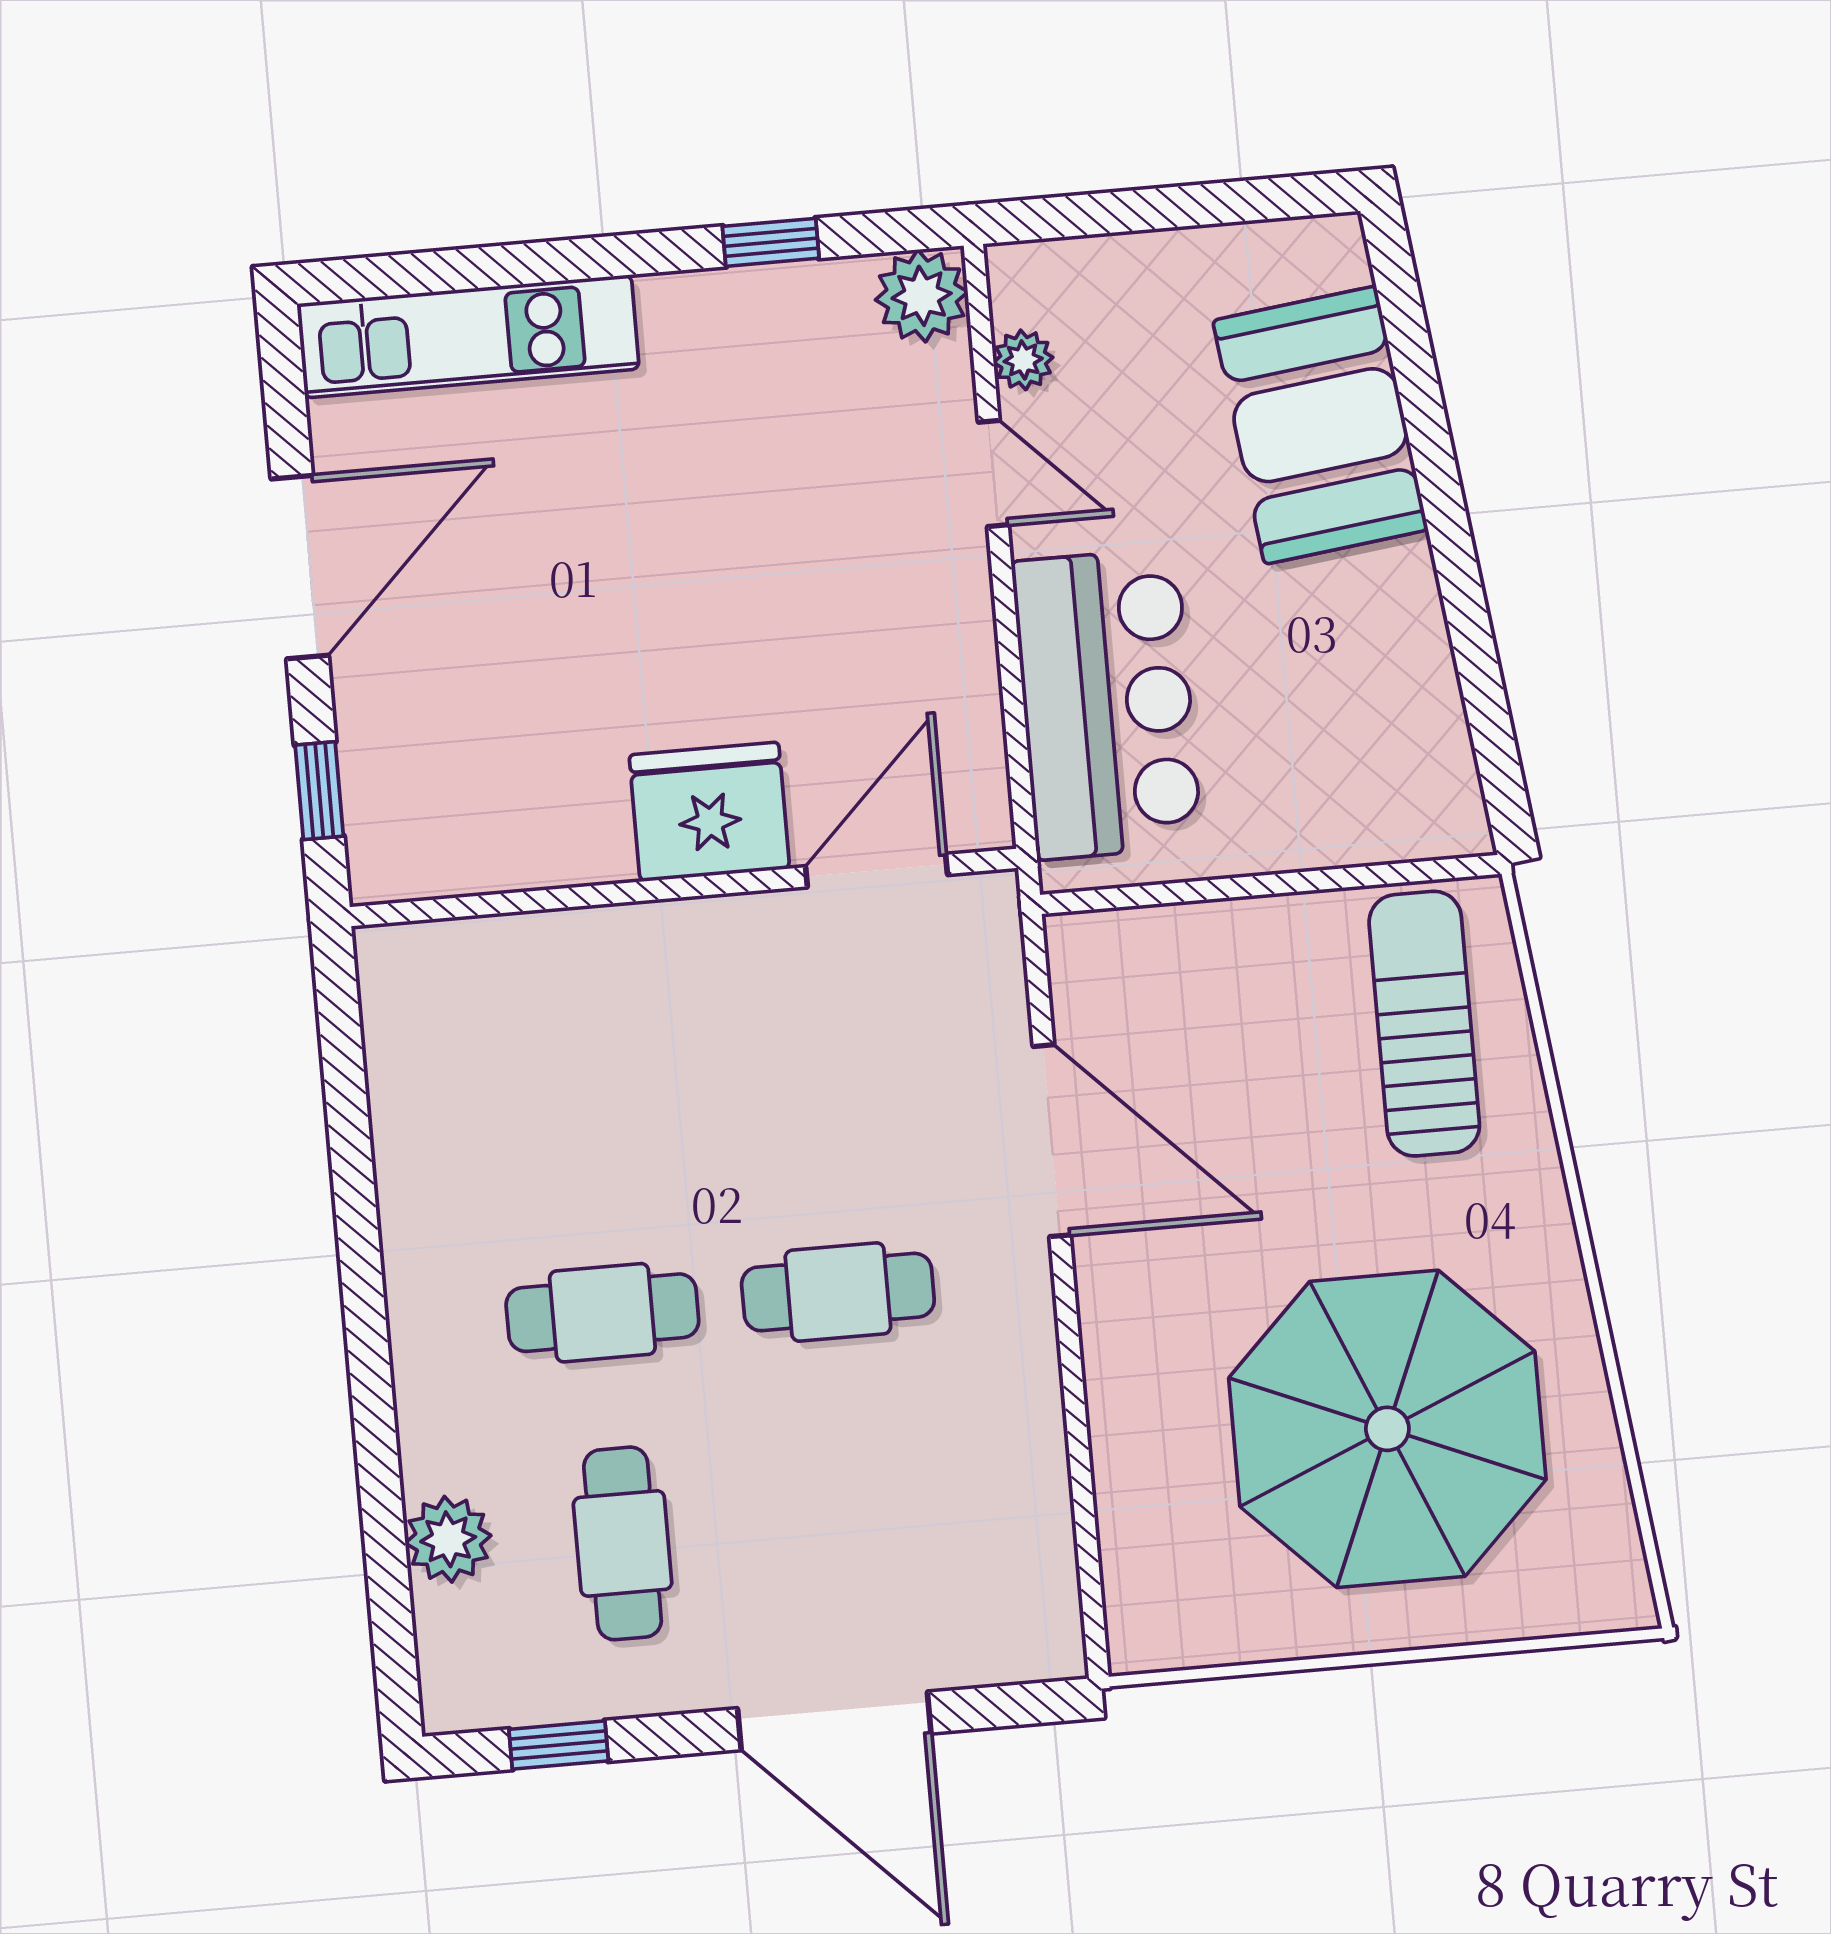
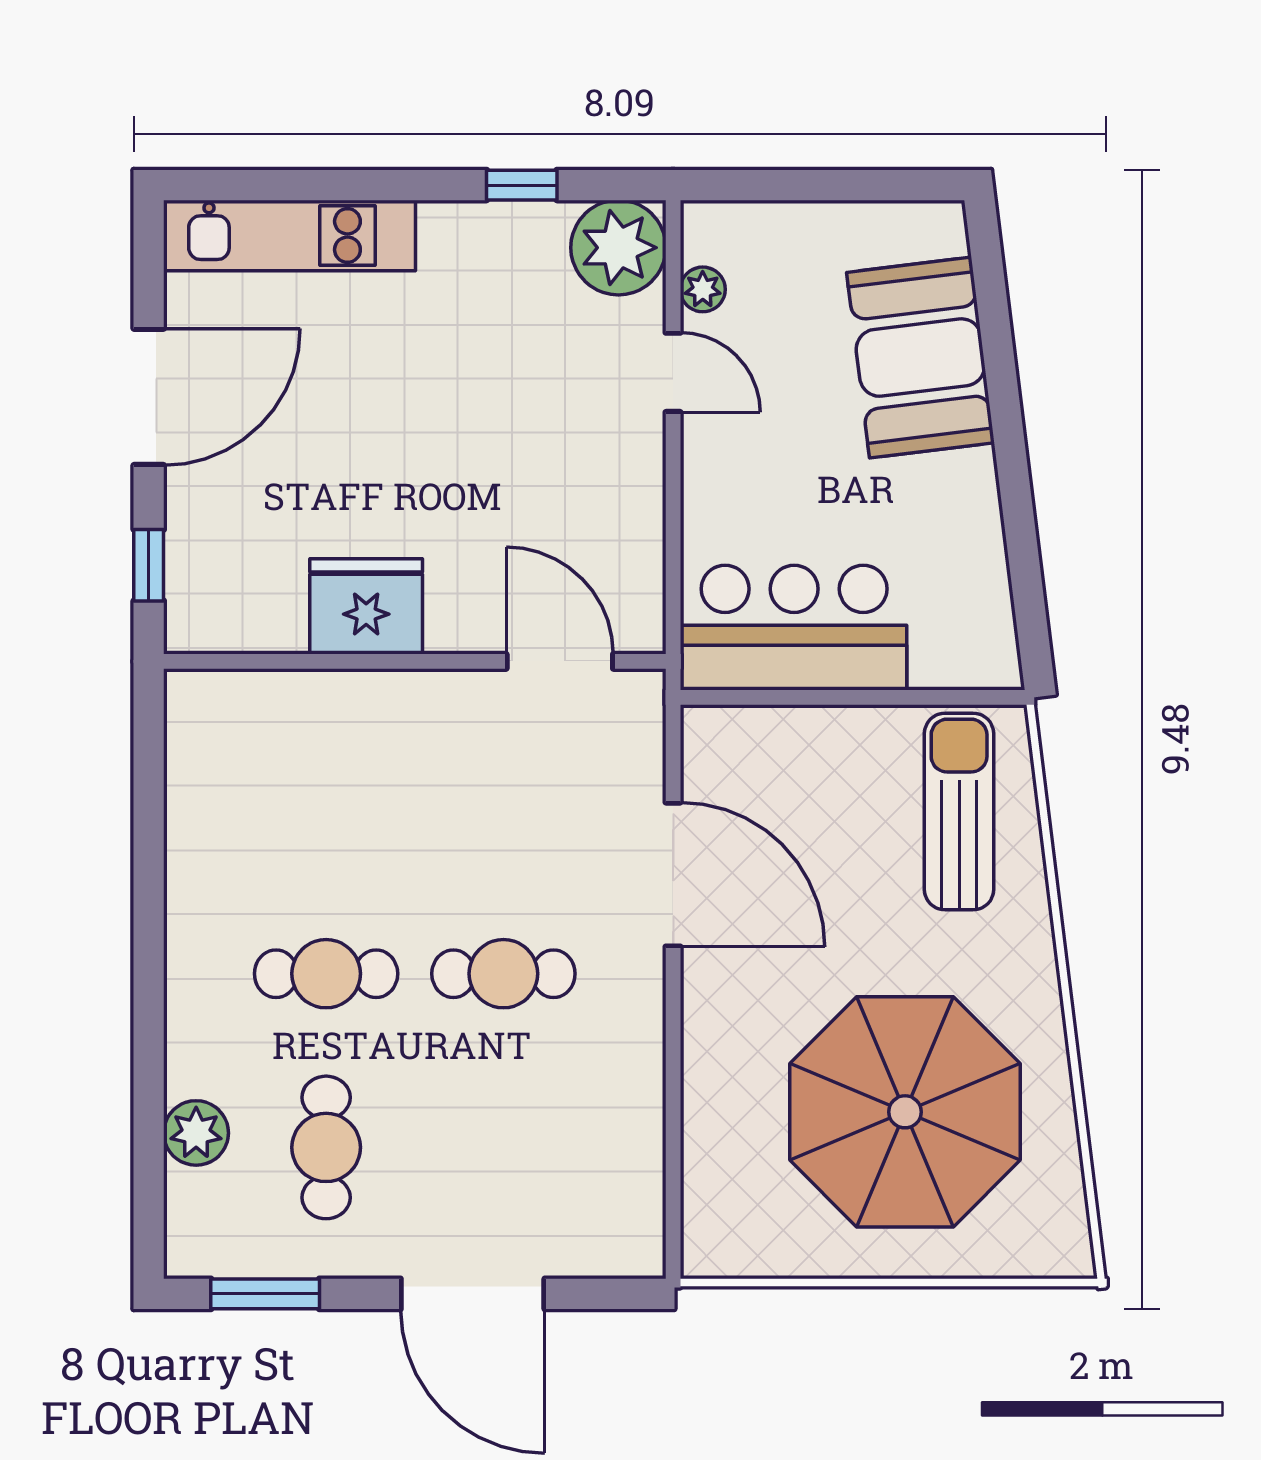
plant: (922, 296) -> (618, 248), width x1.36, depth x1.36
bar counter: (1107, 704) -> (794, 628), moved, turned -90
fridge: (709, 812) -> (366, 606), moved
door: (877, 871) -> (560, 661), hinge flipped
window: (559, 1745) -> (265, 1294), width x1.50

